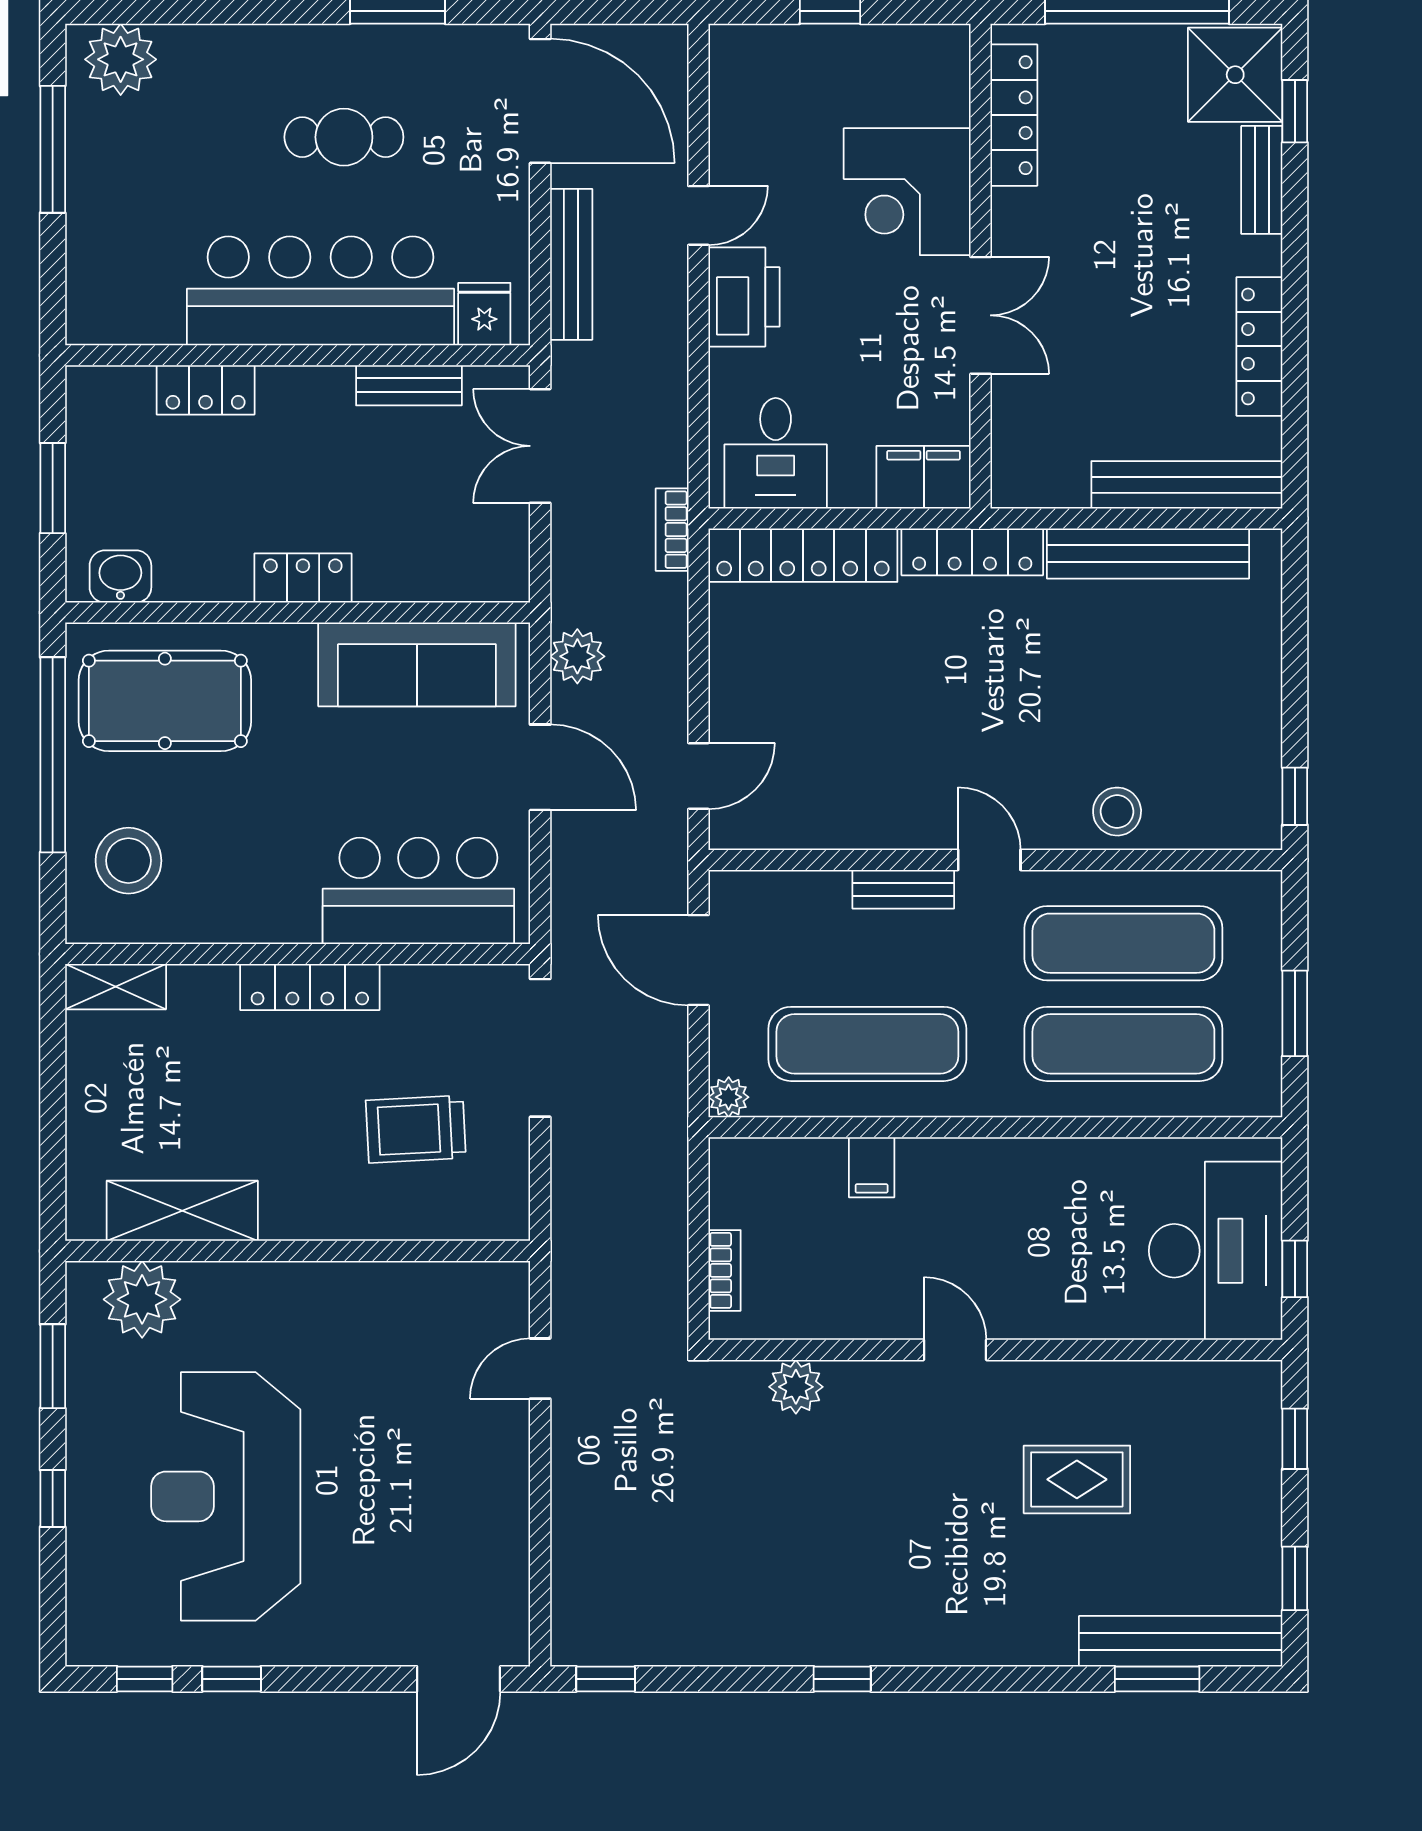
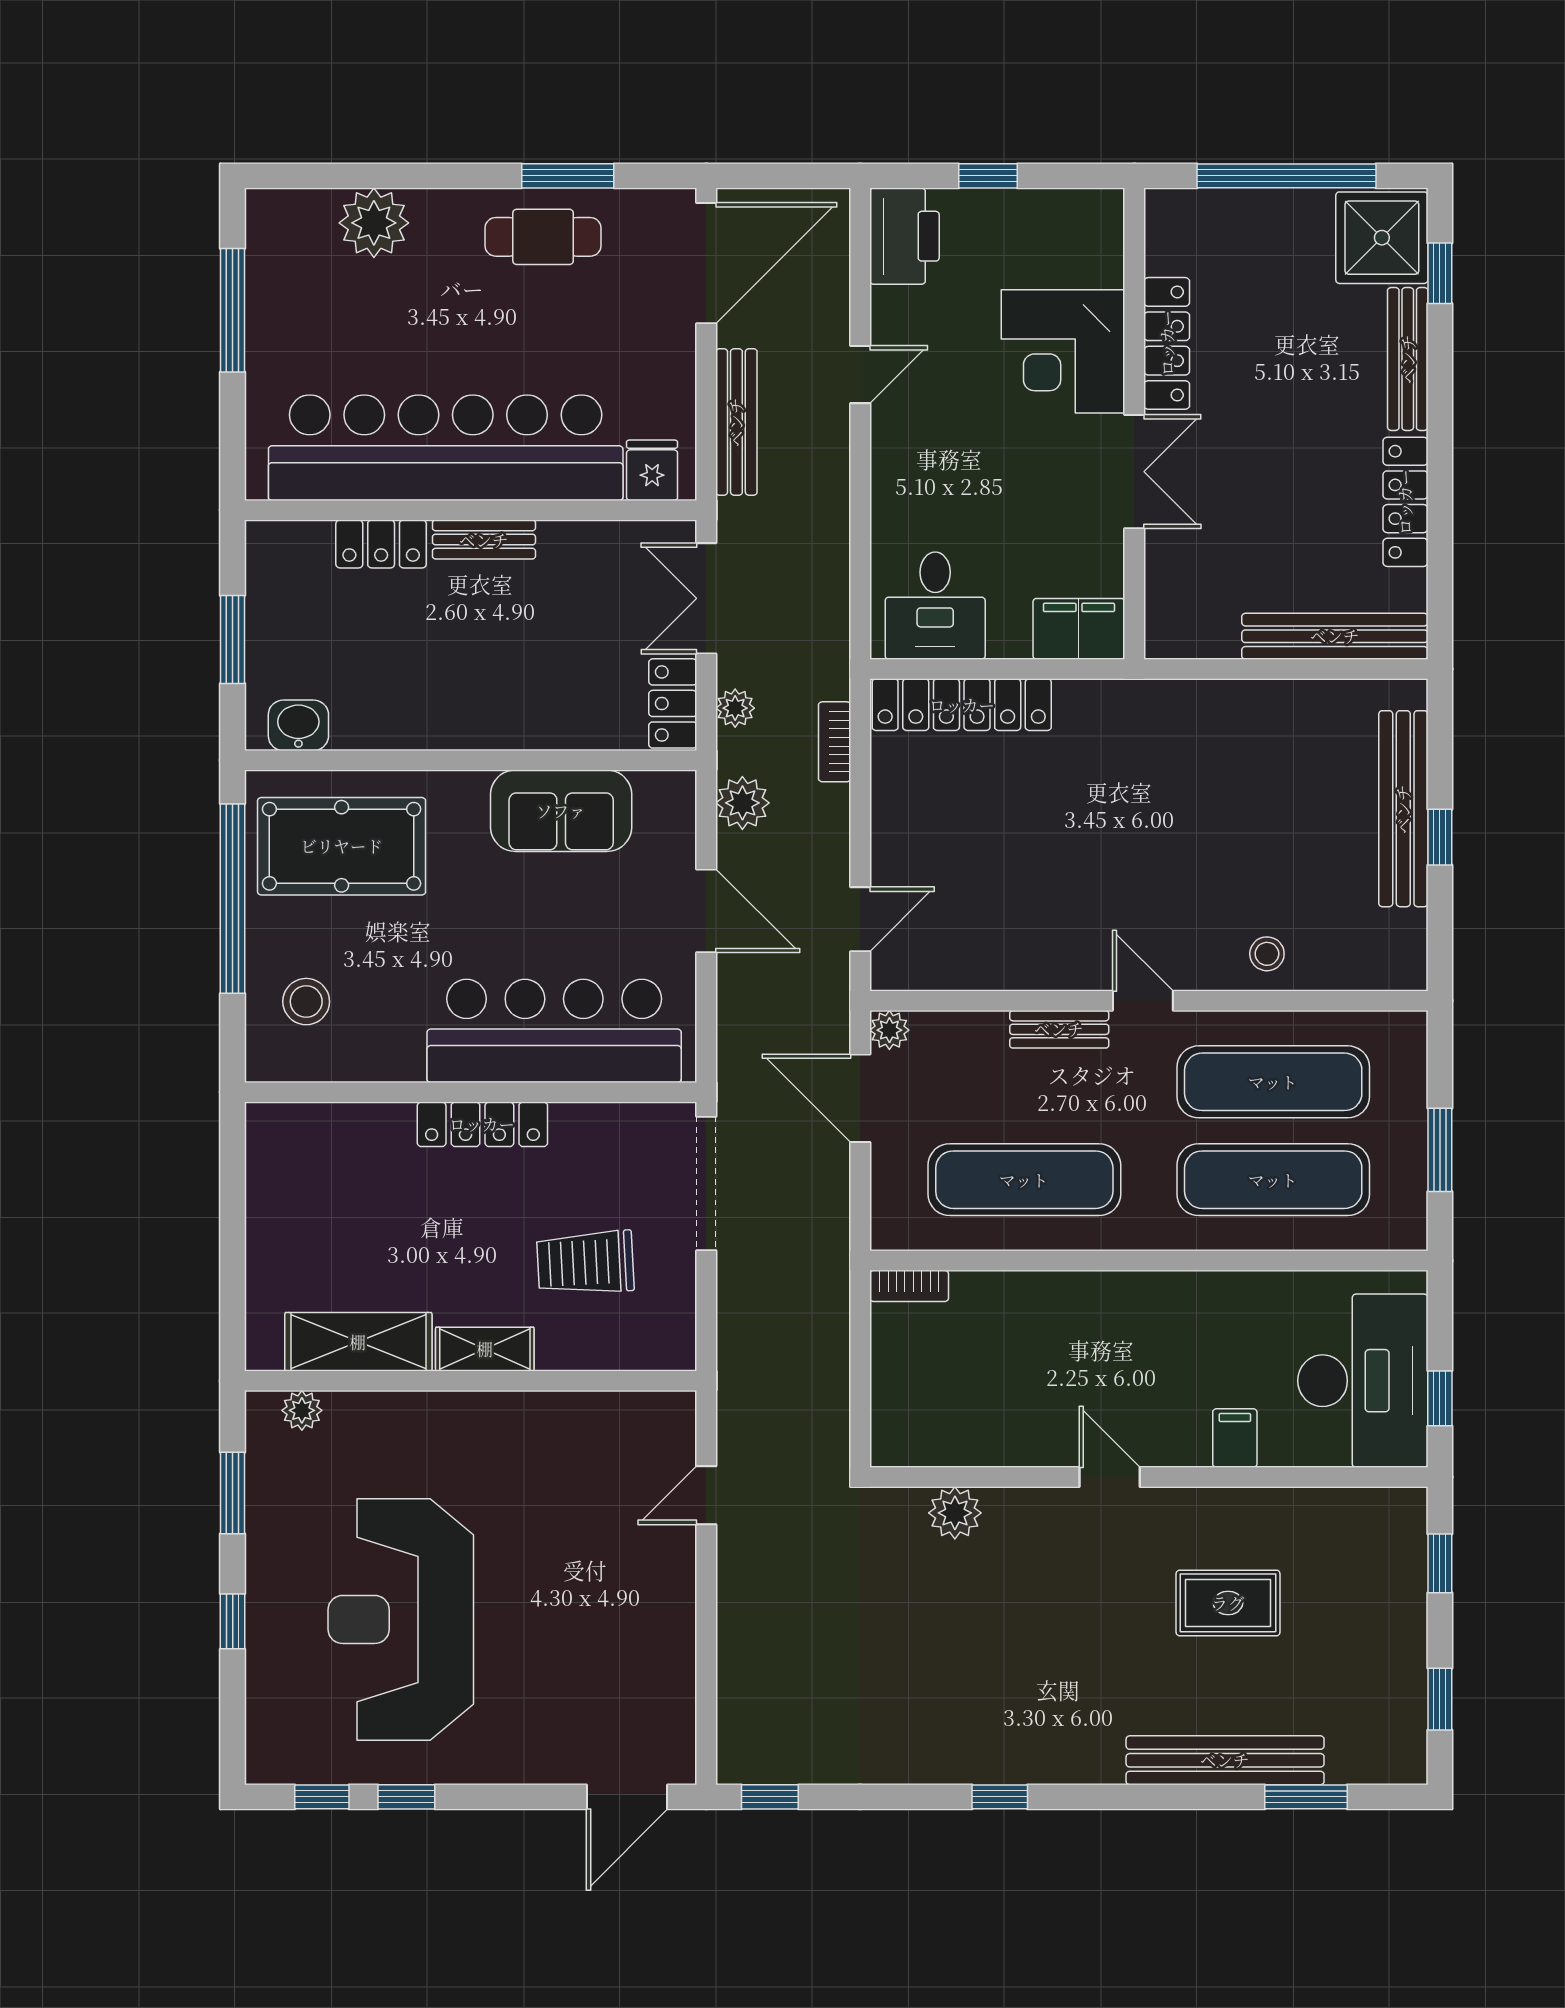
plant: (121, 59) -> (374, 223), moved
door: (540, 101) -> (706, 263), hinge flipped
locker: (1014, 115) -> (1167, 343), moved
cafe table: (344, 137) -> (543, 237), moved
bench: (1262, 180) -> (1408, 359), width x1.36
bar counter: (320, 291) -> (446, 448), width x1.36
printer: (744, 297) -> (904, 236), moved
bench: (409, 385) -> (484, 540), moved
bookcase: (672, 530) -> (835, 742), moved
locker: (972, 552) -> (1126, 701), removed
bench: (1148, 554) -> (1403, 809), moved, turned 90
plant: (570, 559) -> (735, 708), added
locker: (303, 578) -> (673, 703), moved, turned -90
sofa: (417, 664) -> (561, 811), width x0.73
window: (1295, 796) -> (1440, 837), moved
stool: (1117, 812) -> (1267, 954), width x0.73, depth x0.73
stool: (128, 861) -> (306, 1002), width x0.73, depth x0.73
bar counter: (418, 891) -> (554, 1031), width x1.36
shelving: (116, 987) -> (485, 1349), moved
plant: (729, 1097) -> (889, 1030), moved
filing cabinet: (872, 1167) -> (1235, 1438), moved, turned 180
bookcase: (725, 1270) -> (909, 1286), moved, turned 90
plant: (142, 1299) -> (302, 1410), width x0.53, depth x0.53
bench: (1181, 1641) -> (1225, 1760), moved

